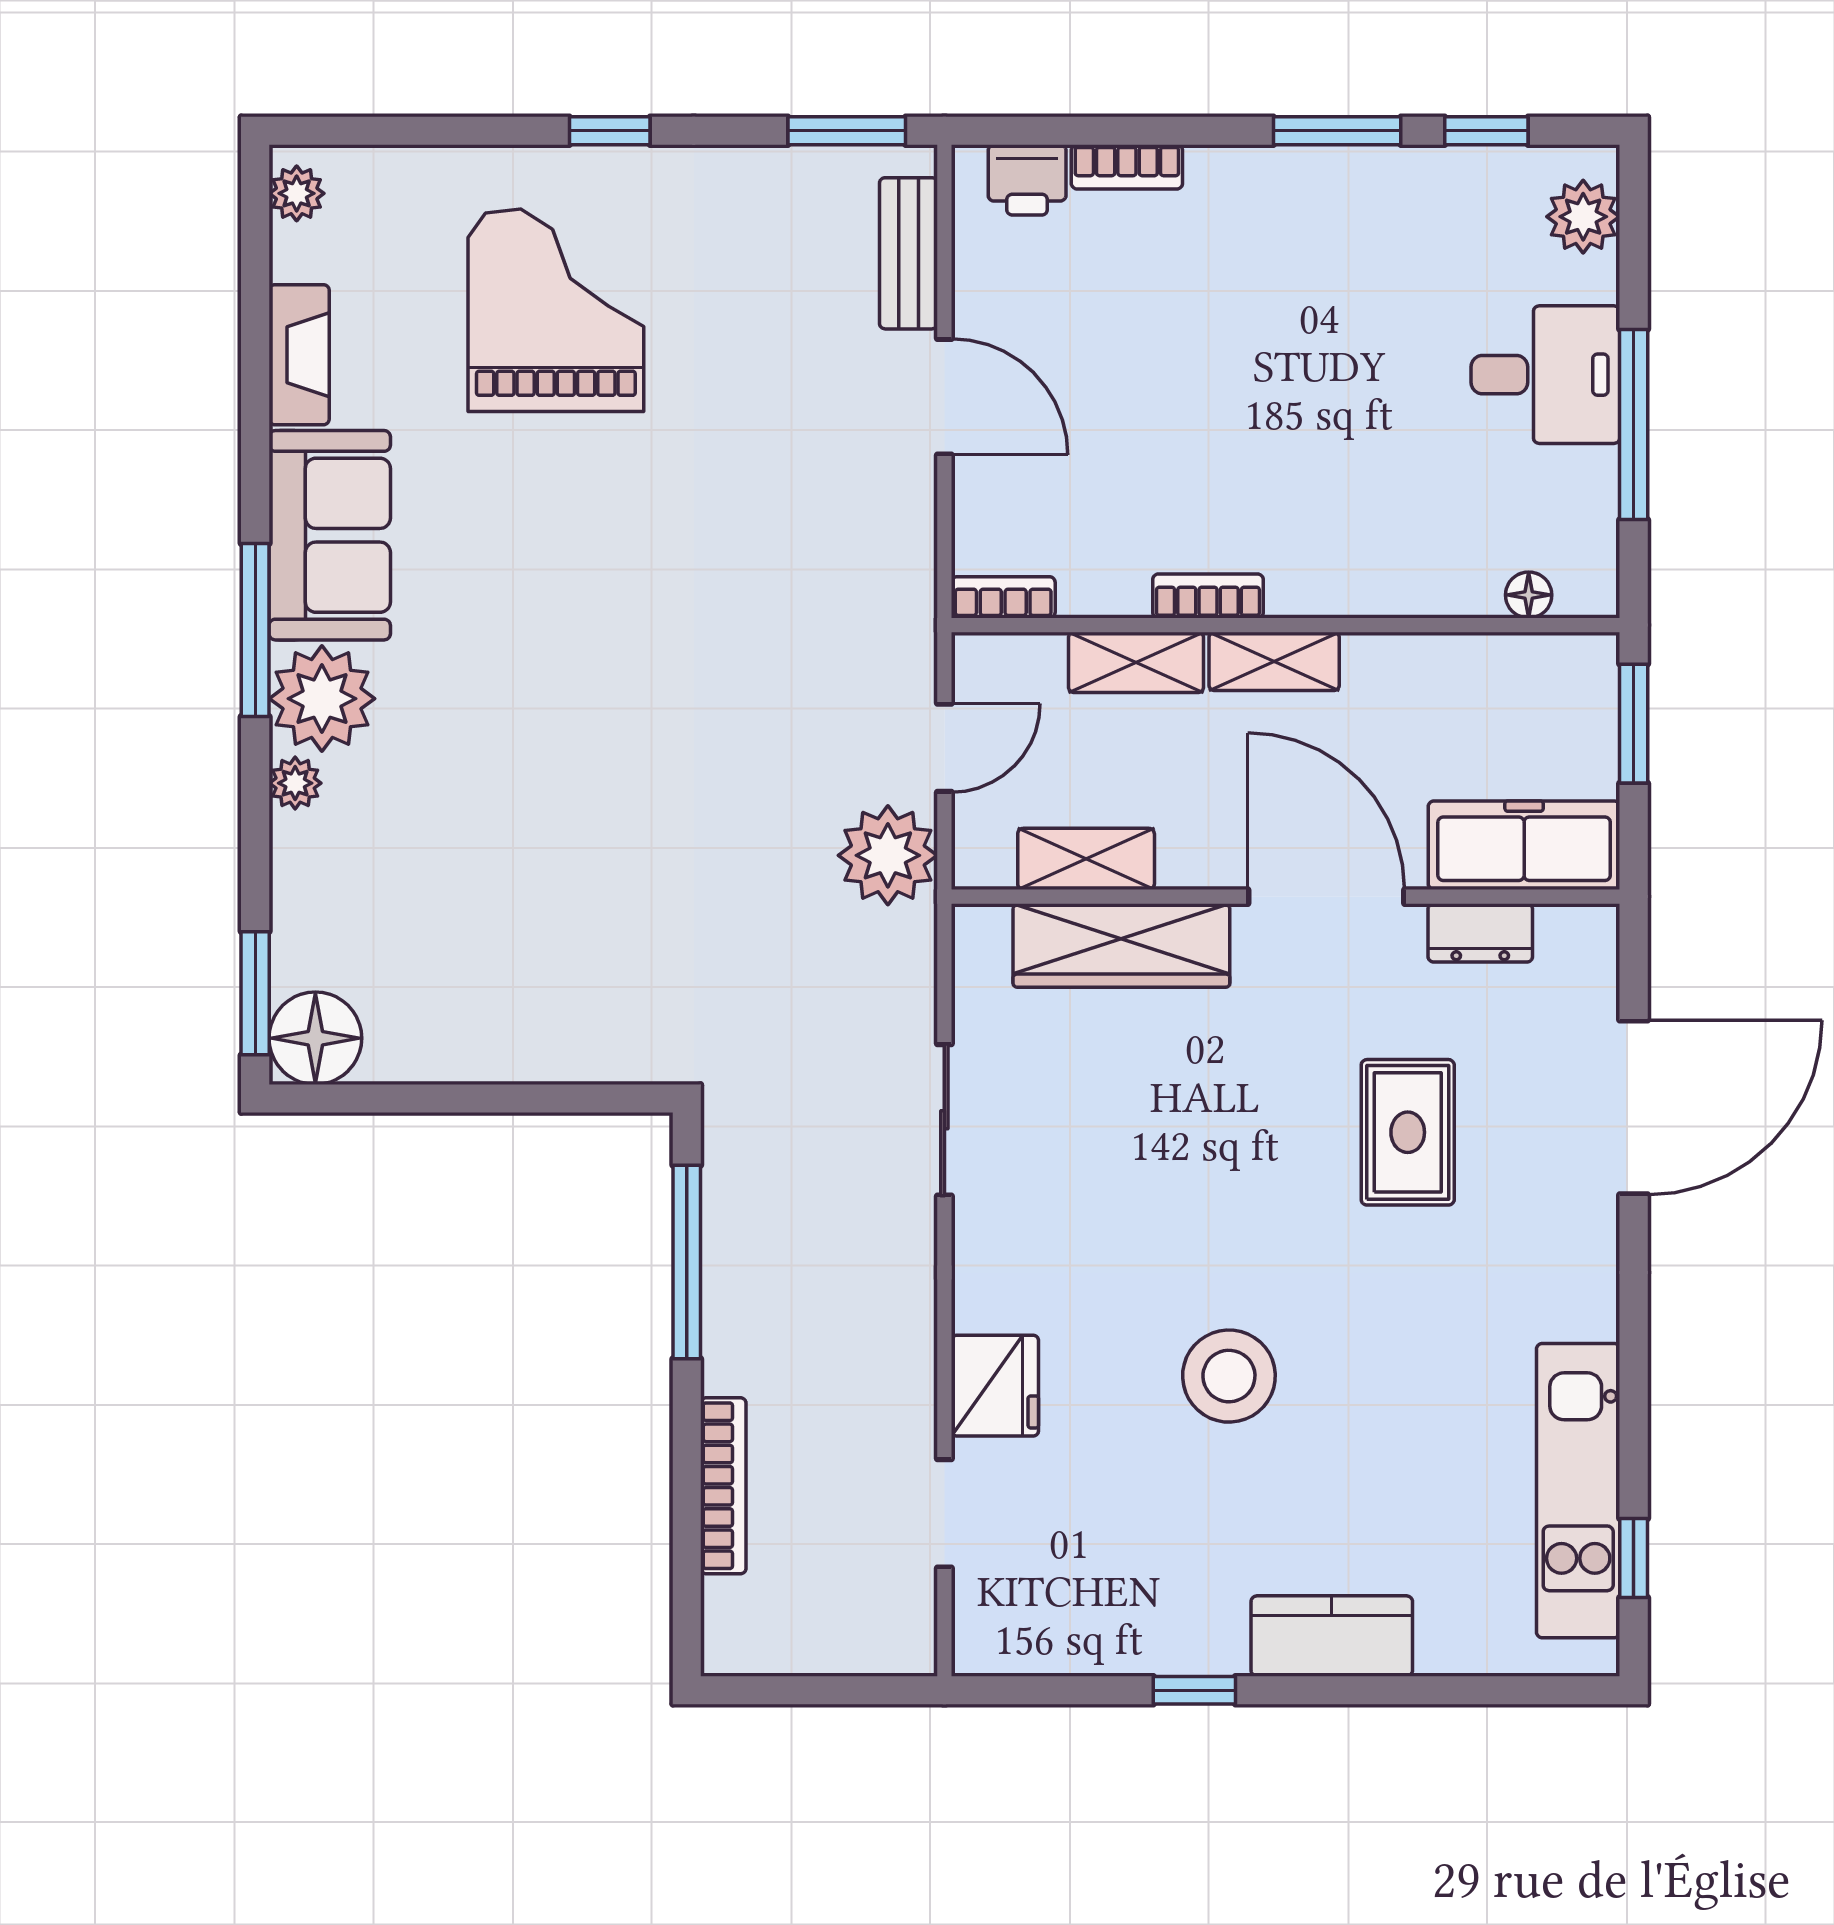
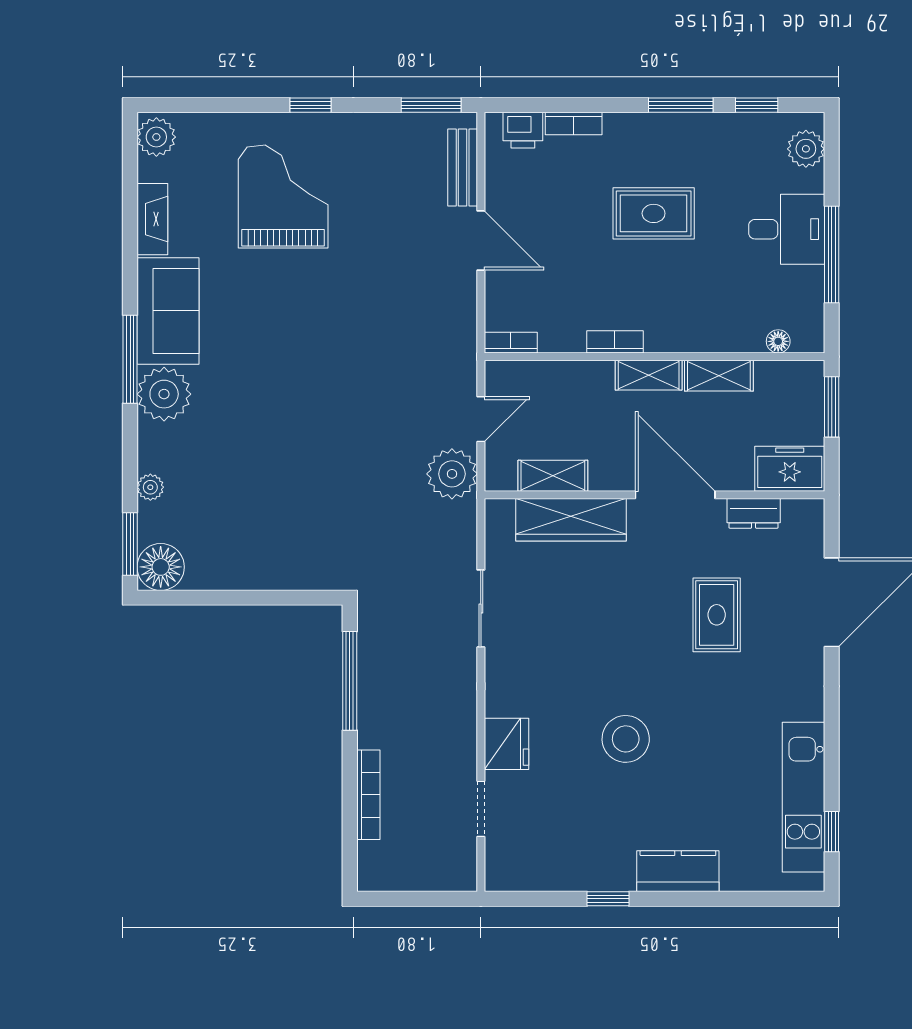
plant: (297, 193) -> (156, 137), width x1.38, depth x1.38
rug: (1284, 344) -> (654, 213), added
shelving: (1136, 662) -> (719, 376), moved
plant: (295, 783) -> (150, 487), moved
freezer: (1524, 845) -> (790, 469), width x0.71

